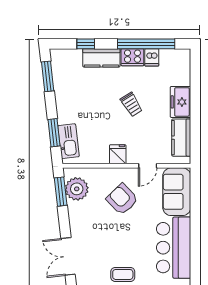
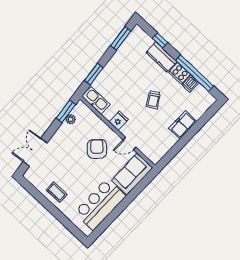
kitchen counter: (181, 138) -> (164, 146), removed
kitchen sink: (68, 141) -> (96, 100), moved, turned -84
plant: (77, 189) -> (71, 119), width x0.53, depth x0.53

